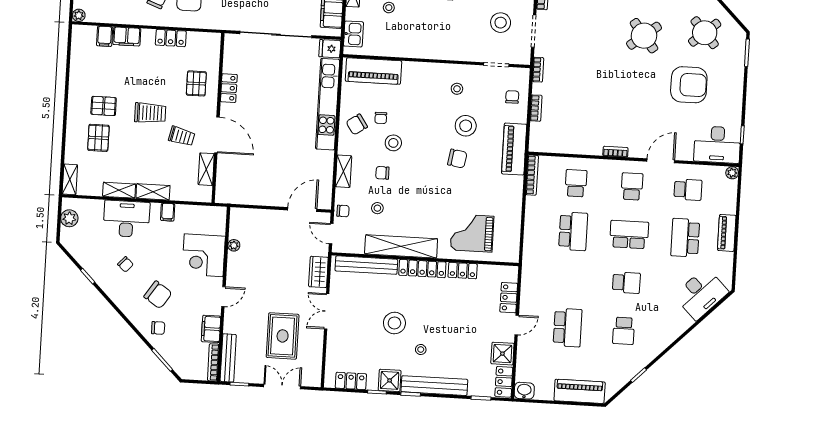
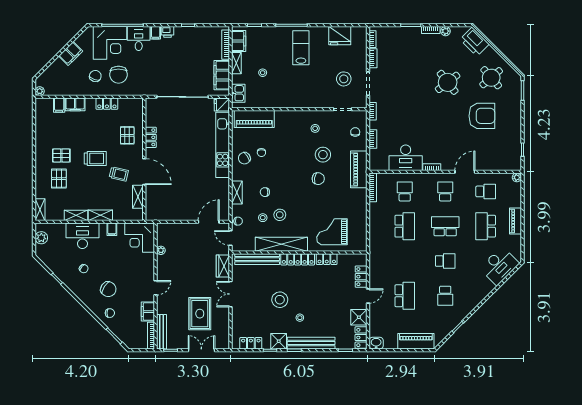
stool: (393, 143) -> (280, 215), moved
desk: (717, 145) -> (406, 158), moved
corner desk: (204, 255) -> (140, 238), moved

